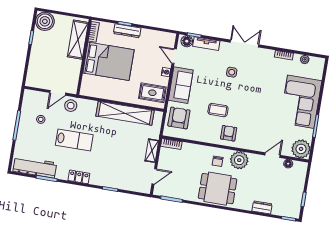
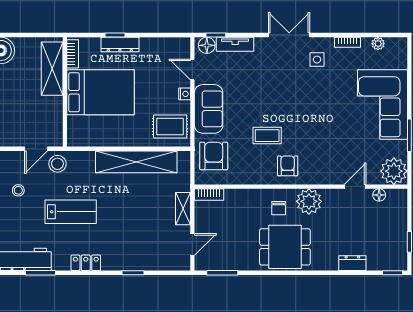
side table: (232, 72) -> (317, 60), moved

